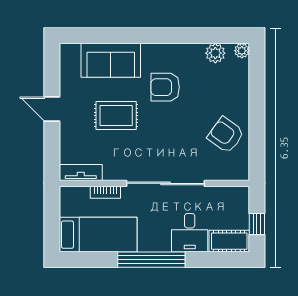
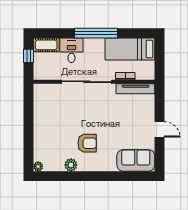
plant: (215, 53) -> (71, 165), moved
sofa: (111, 60) -> (136, 160), moved
rug: (116, 116) -> (118, 125), removed
armchair: (226, 135) -> (48, 113), removed
tv unit: (81, 172) -> (135, 89), width x1.41

